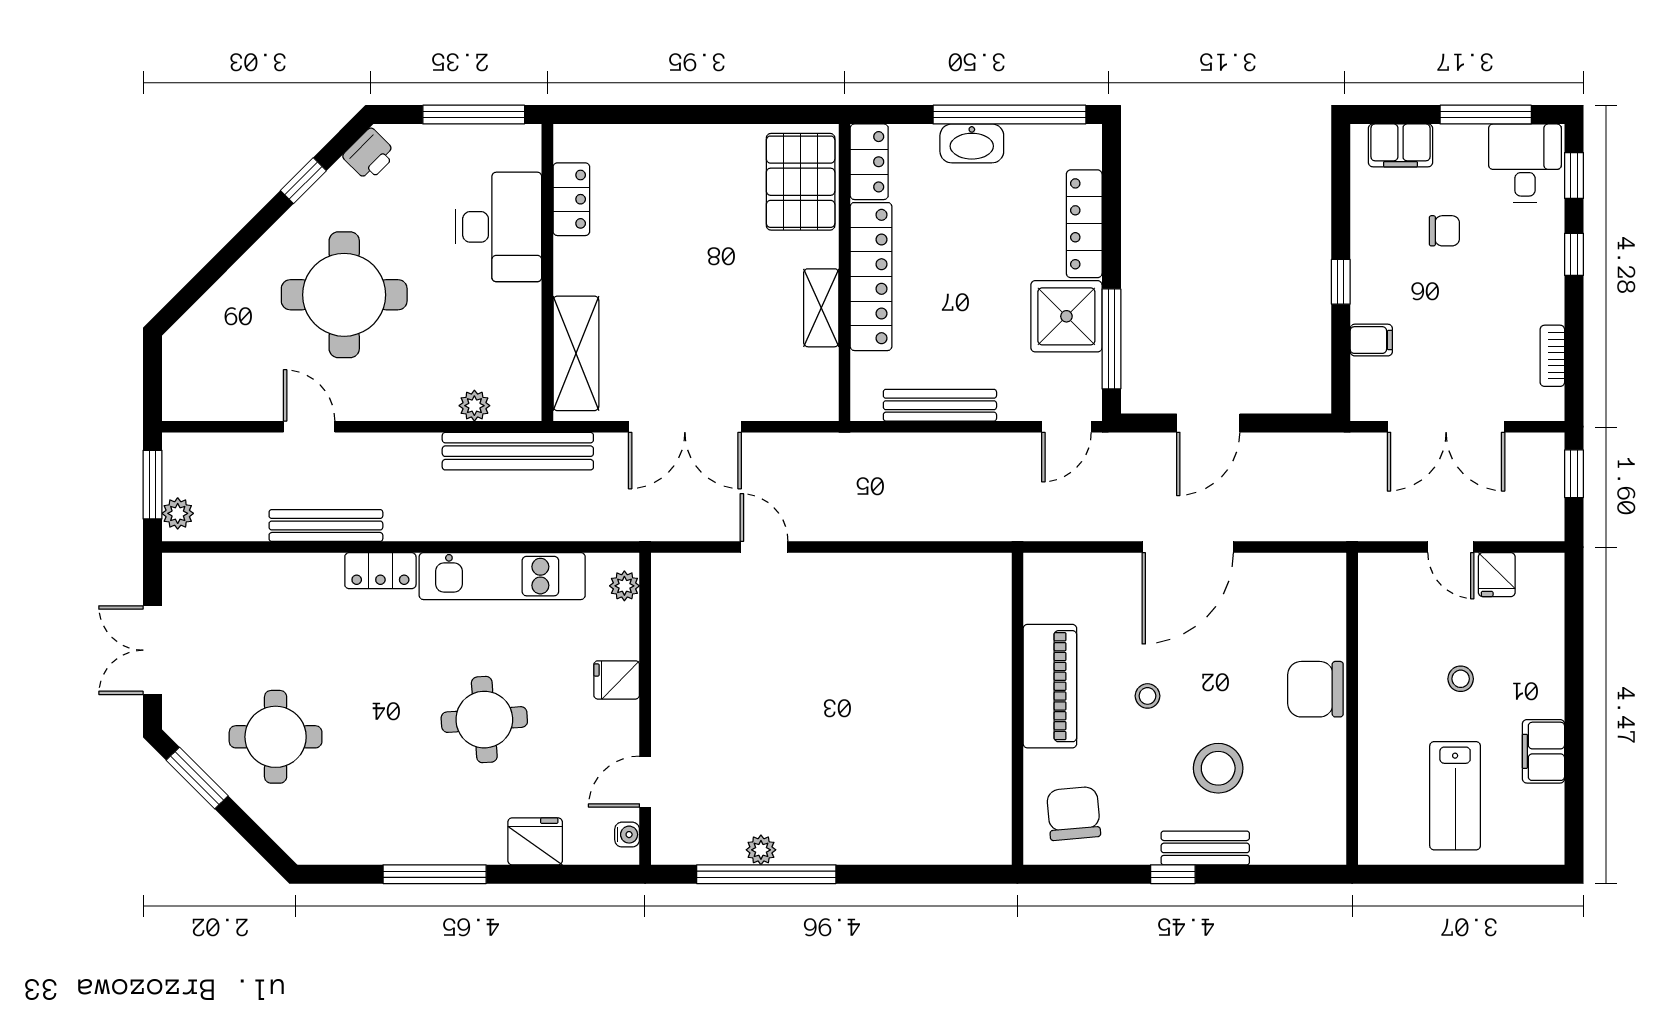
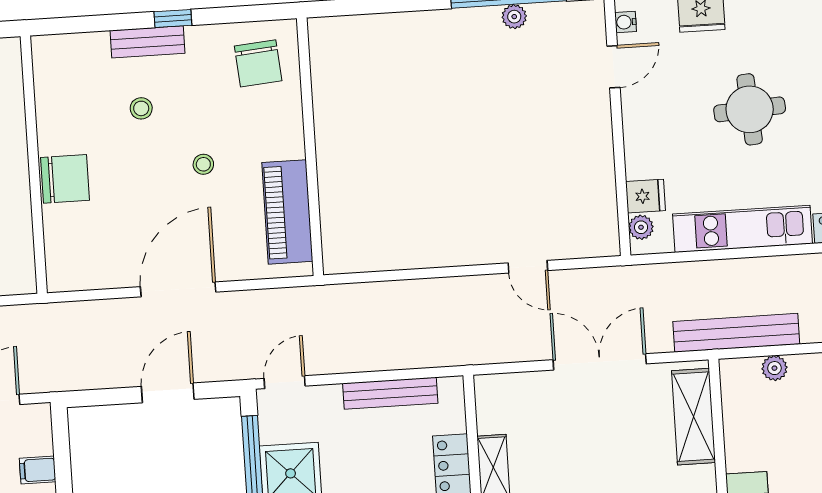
fridge: (617, 680) -> (645, 196), moved
piano: (1050, 686) -> (287, 212), moved
stool: (1218, 768) -> (141, 108), width x0.53, depth x0.53

